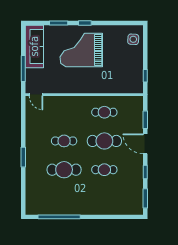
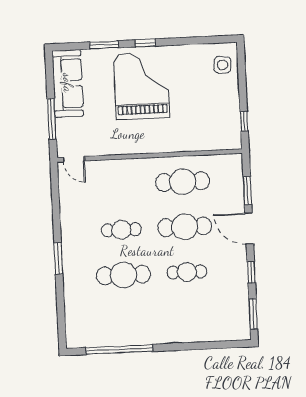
grand piano: (81, 50) -> (142, 86), turned 90
cafe table: (104, 112) -> (183, 182), width x1.37, depth x1.35

